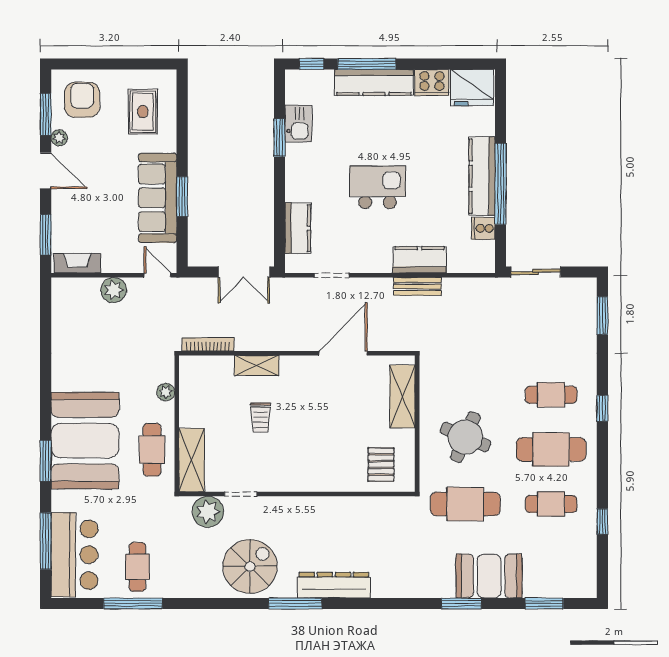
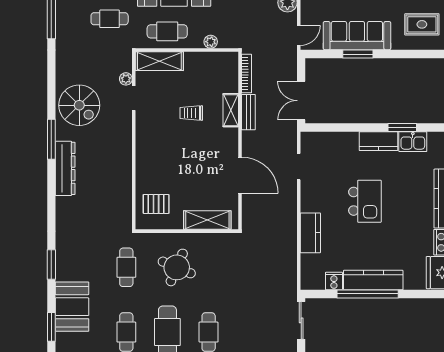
kitchen counter: (298, 228) -> (379, 141), moved
bench: (417, 286) -> (248, 112), moved
cafe table: (465, 504) -> (126, 267), width x0.73, depth x0.74
plant: (208, 512) -> (126, 79), width x0.53, depth x0.53
cafe table: (137, 567) -> (110, 19), moved
booth: (489, 576) -> (72, 307), moved

